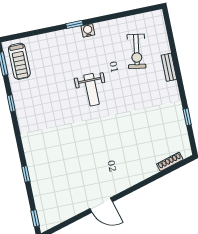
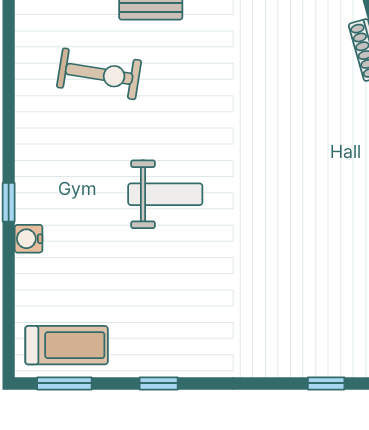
water cooler: (88, 30) -> (29, 239), moved

